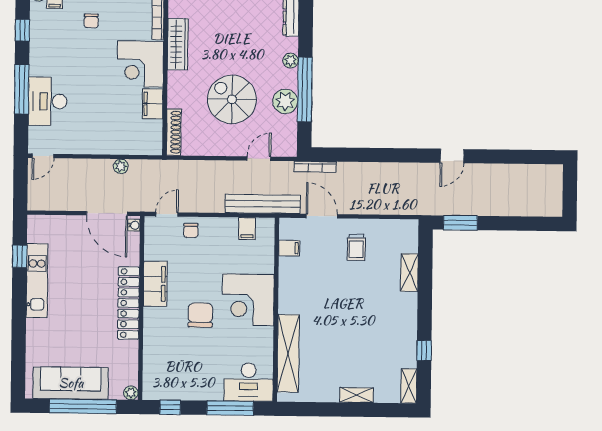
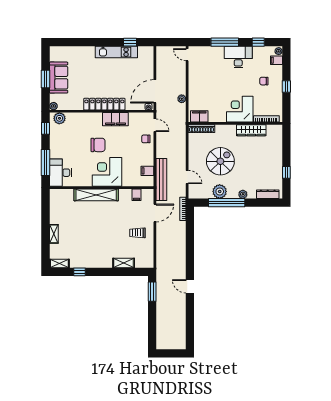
desk: (48, 101) -> (238, 57), moved
filing cabinet: (153, 104) -> (199, 116), moved
shelving: (288, 353) -> (96, 195), moved
plant: (153, 382) -> (59, 118), added
sofa: (71, 383) -> (59, 78), width x0.73
window: (83, 406) -> (46, 79), width x0.47

